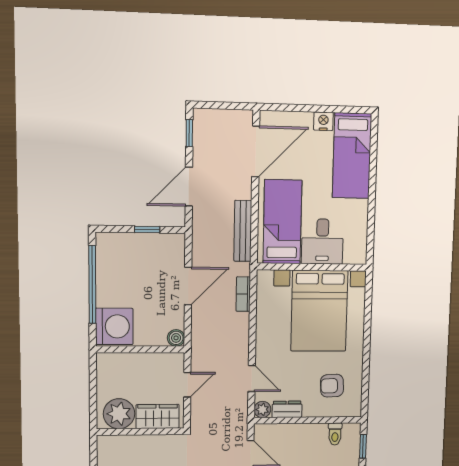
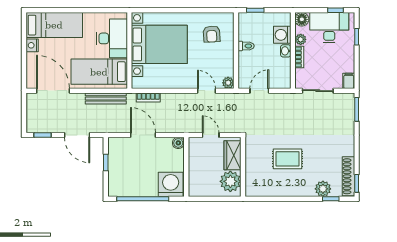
desk: (322, 242) -> (112, 38), width x1.37
door: (252, 379) -> (206, 91), hinge flipped
dresser: (287, 409) -> (228, 65), removed
toilet: (335, 434) -> (246, 46), moved

